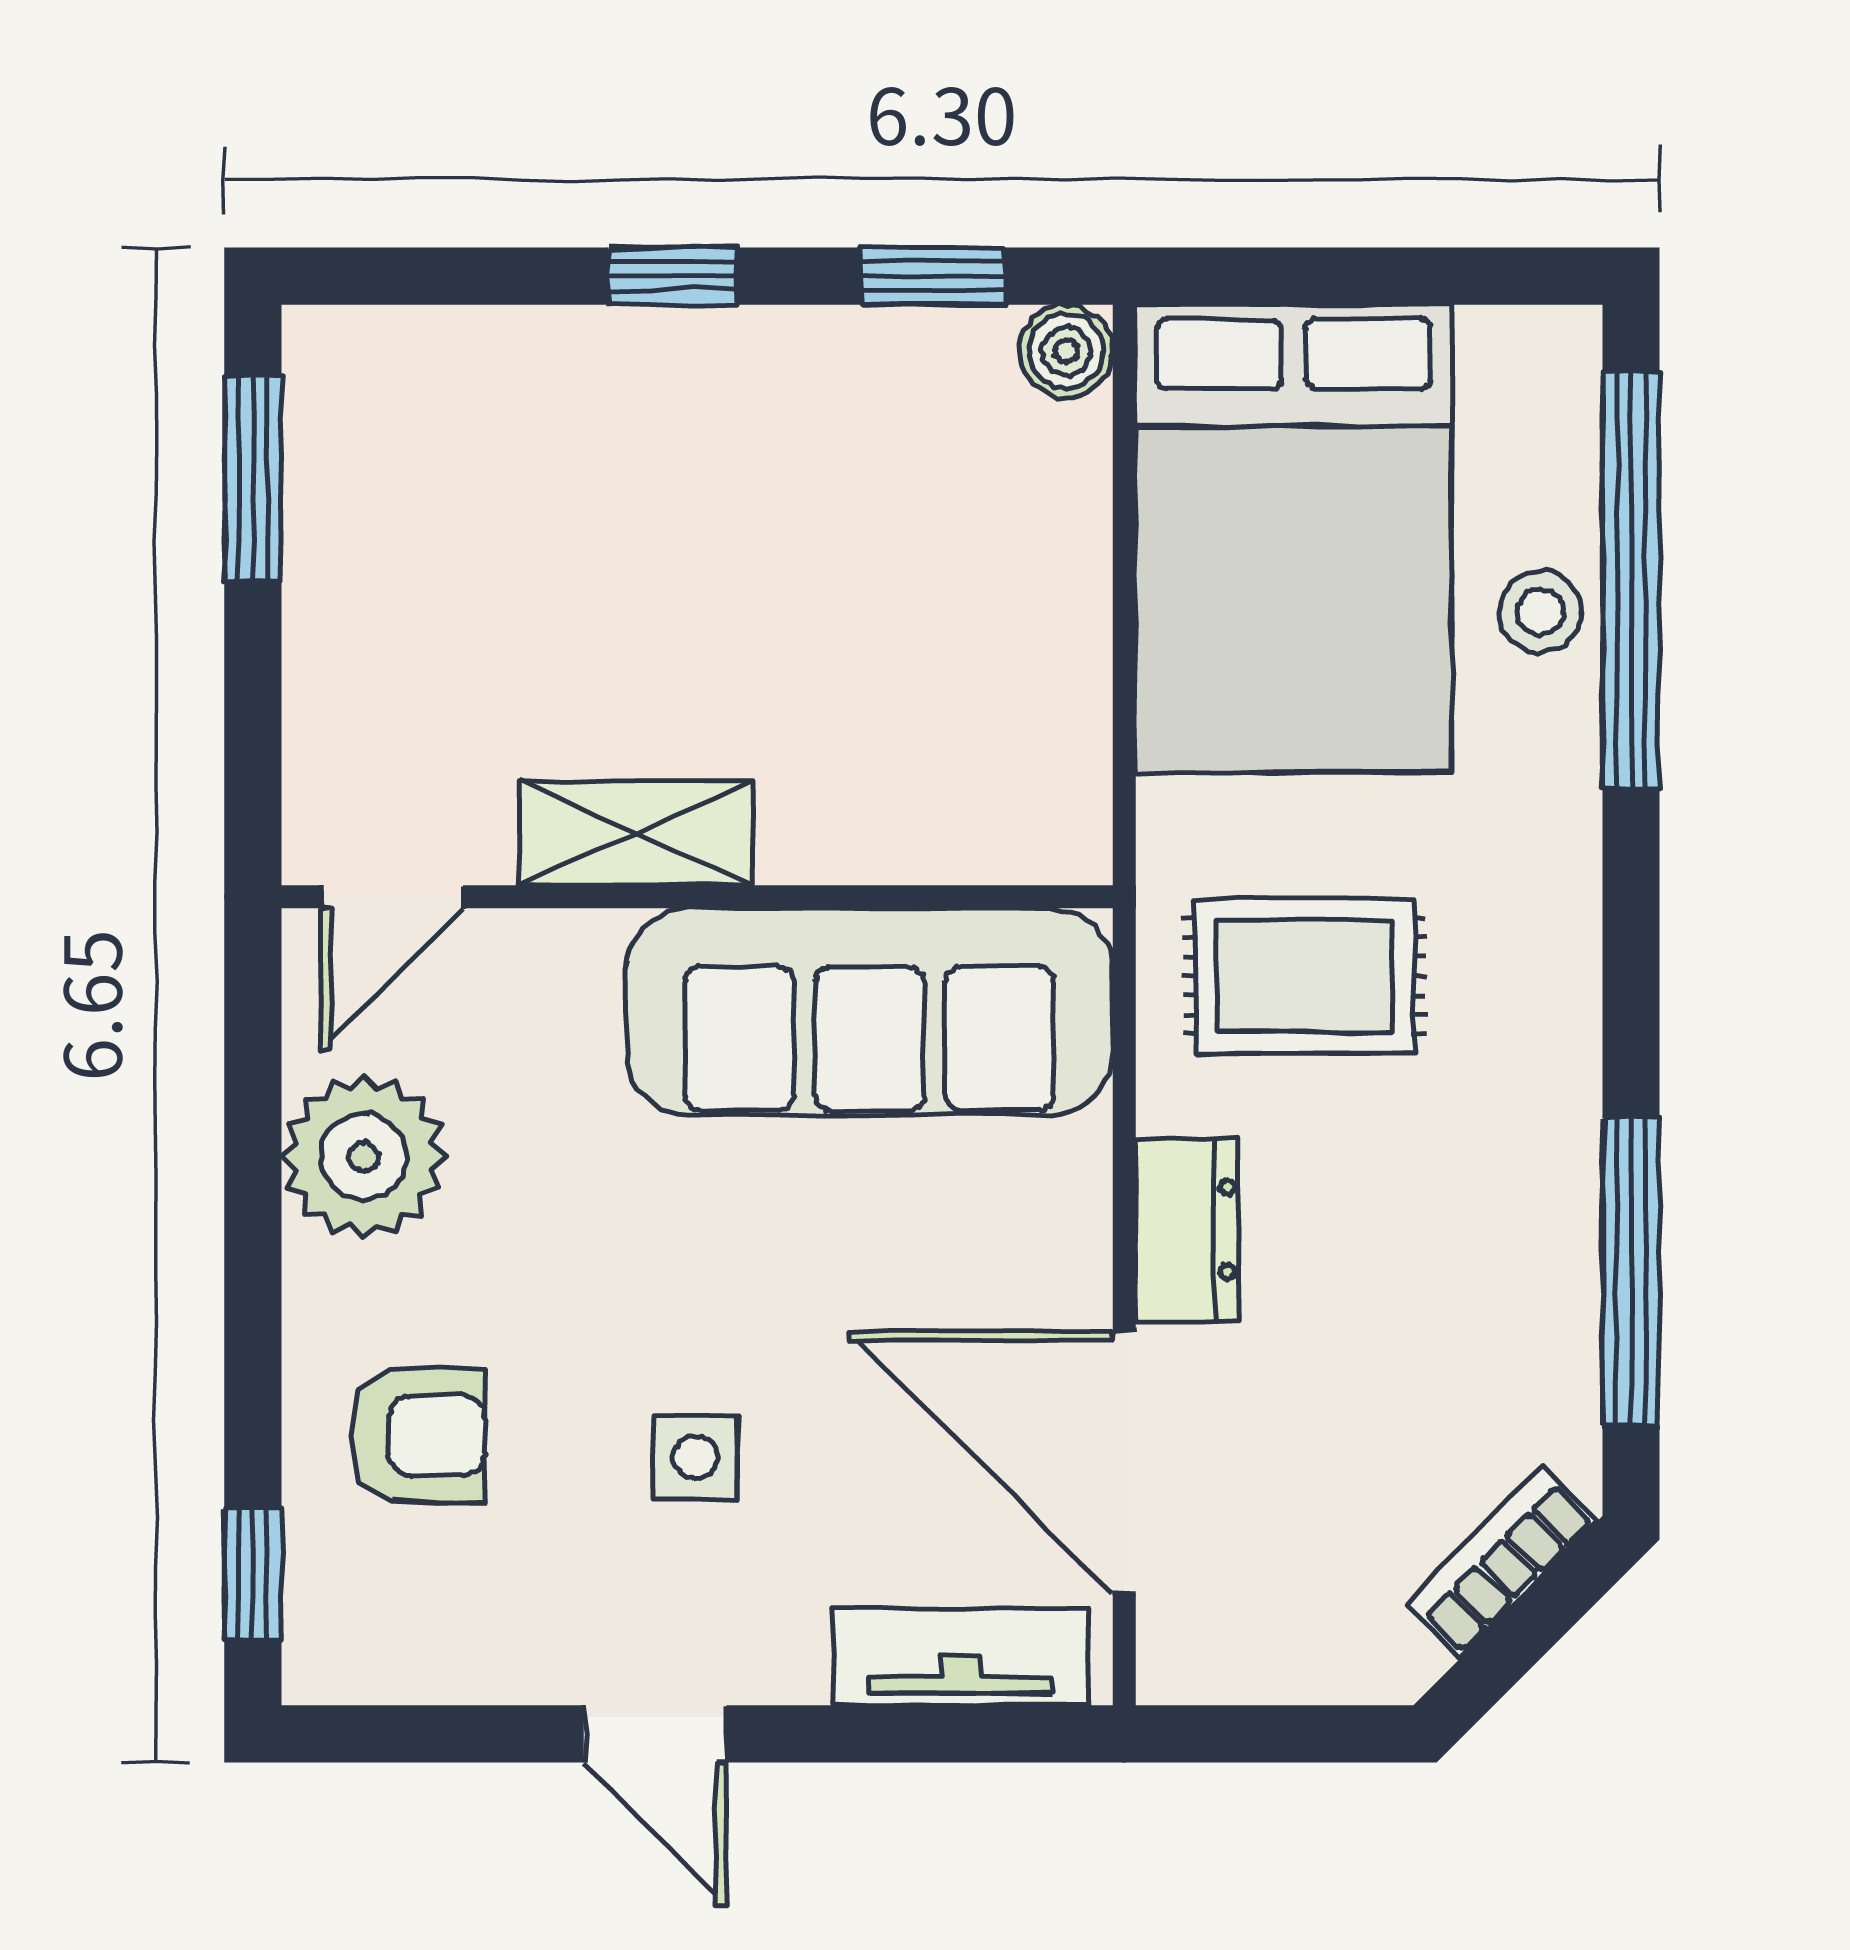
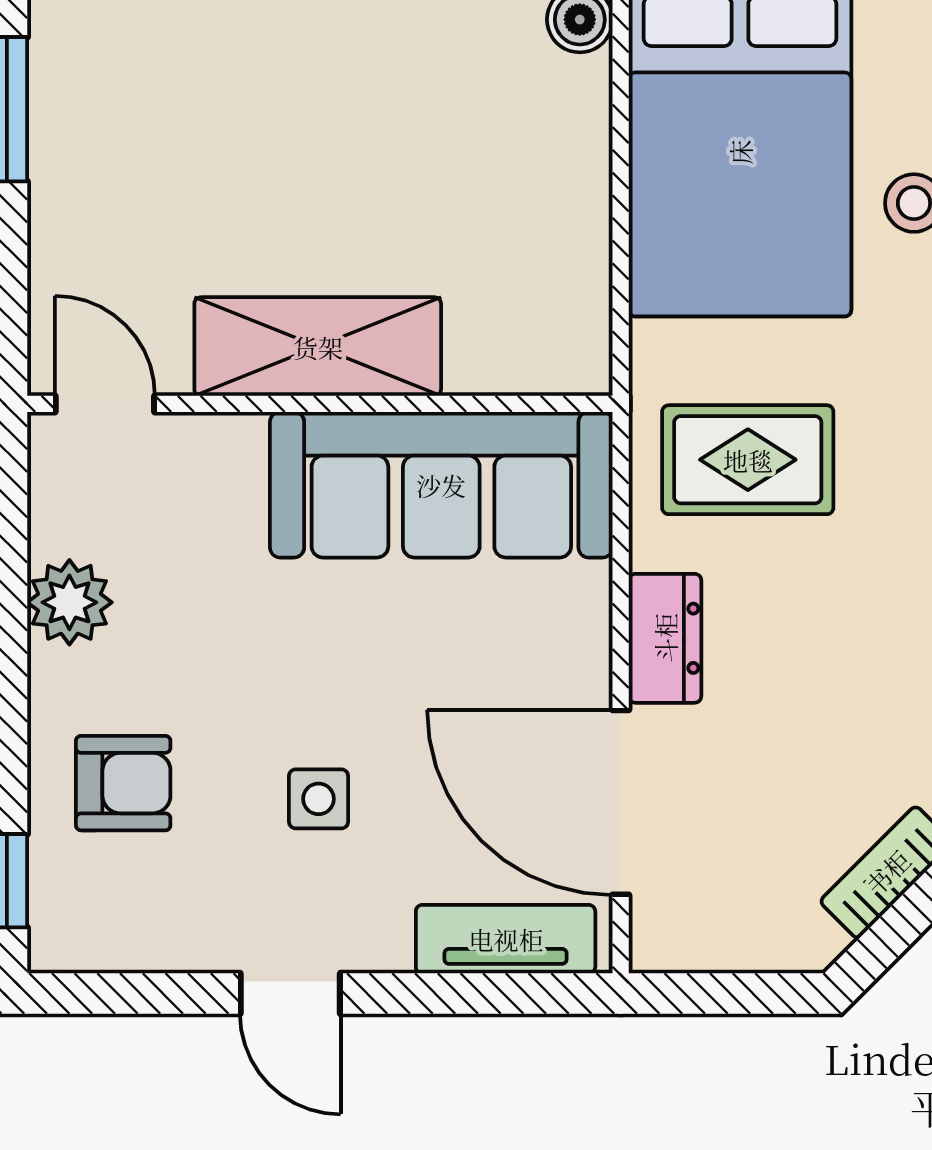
shelving: (636, 833) -> (318, 347), width x1.50, depth x1.33
door: (392, 897) -> (105, 404), swing flipped
plant: (364, 1157) -> (69, 602), width x0.73, depth x0.73

